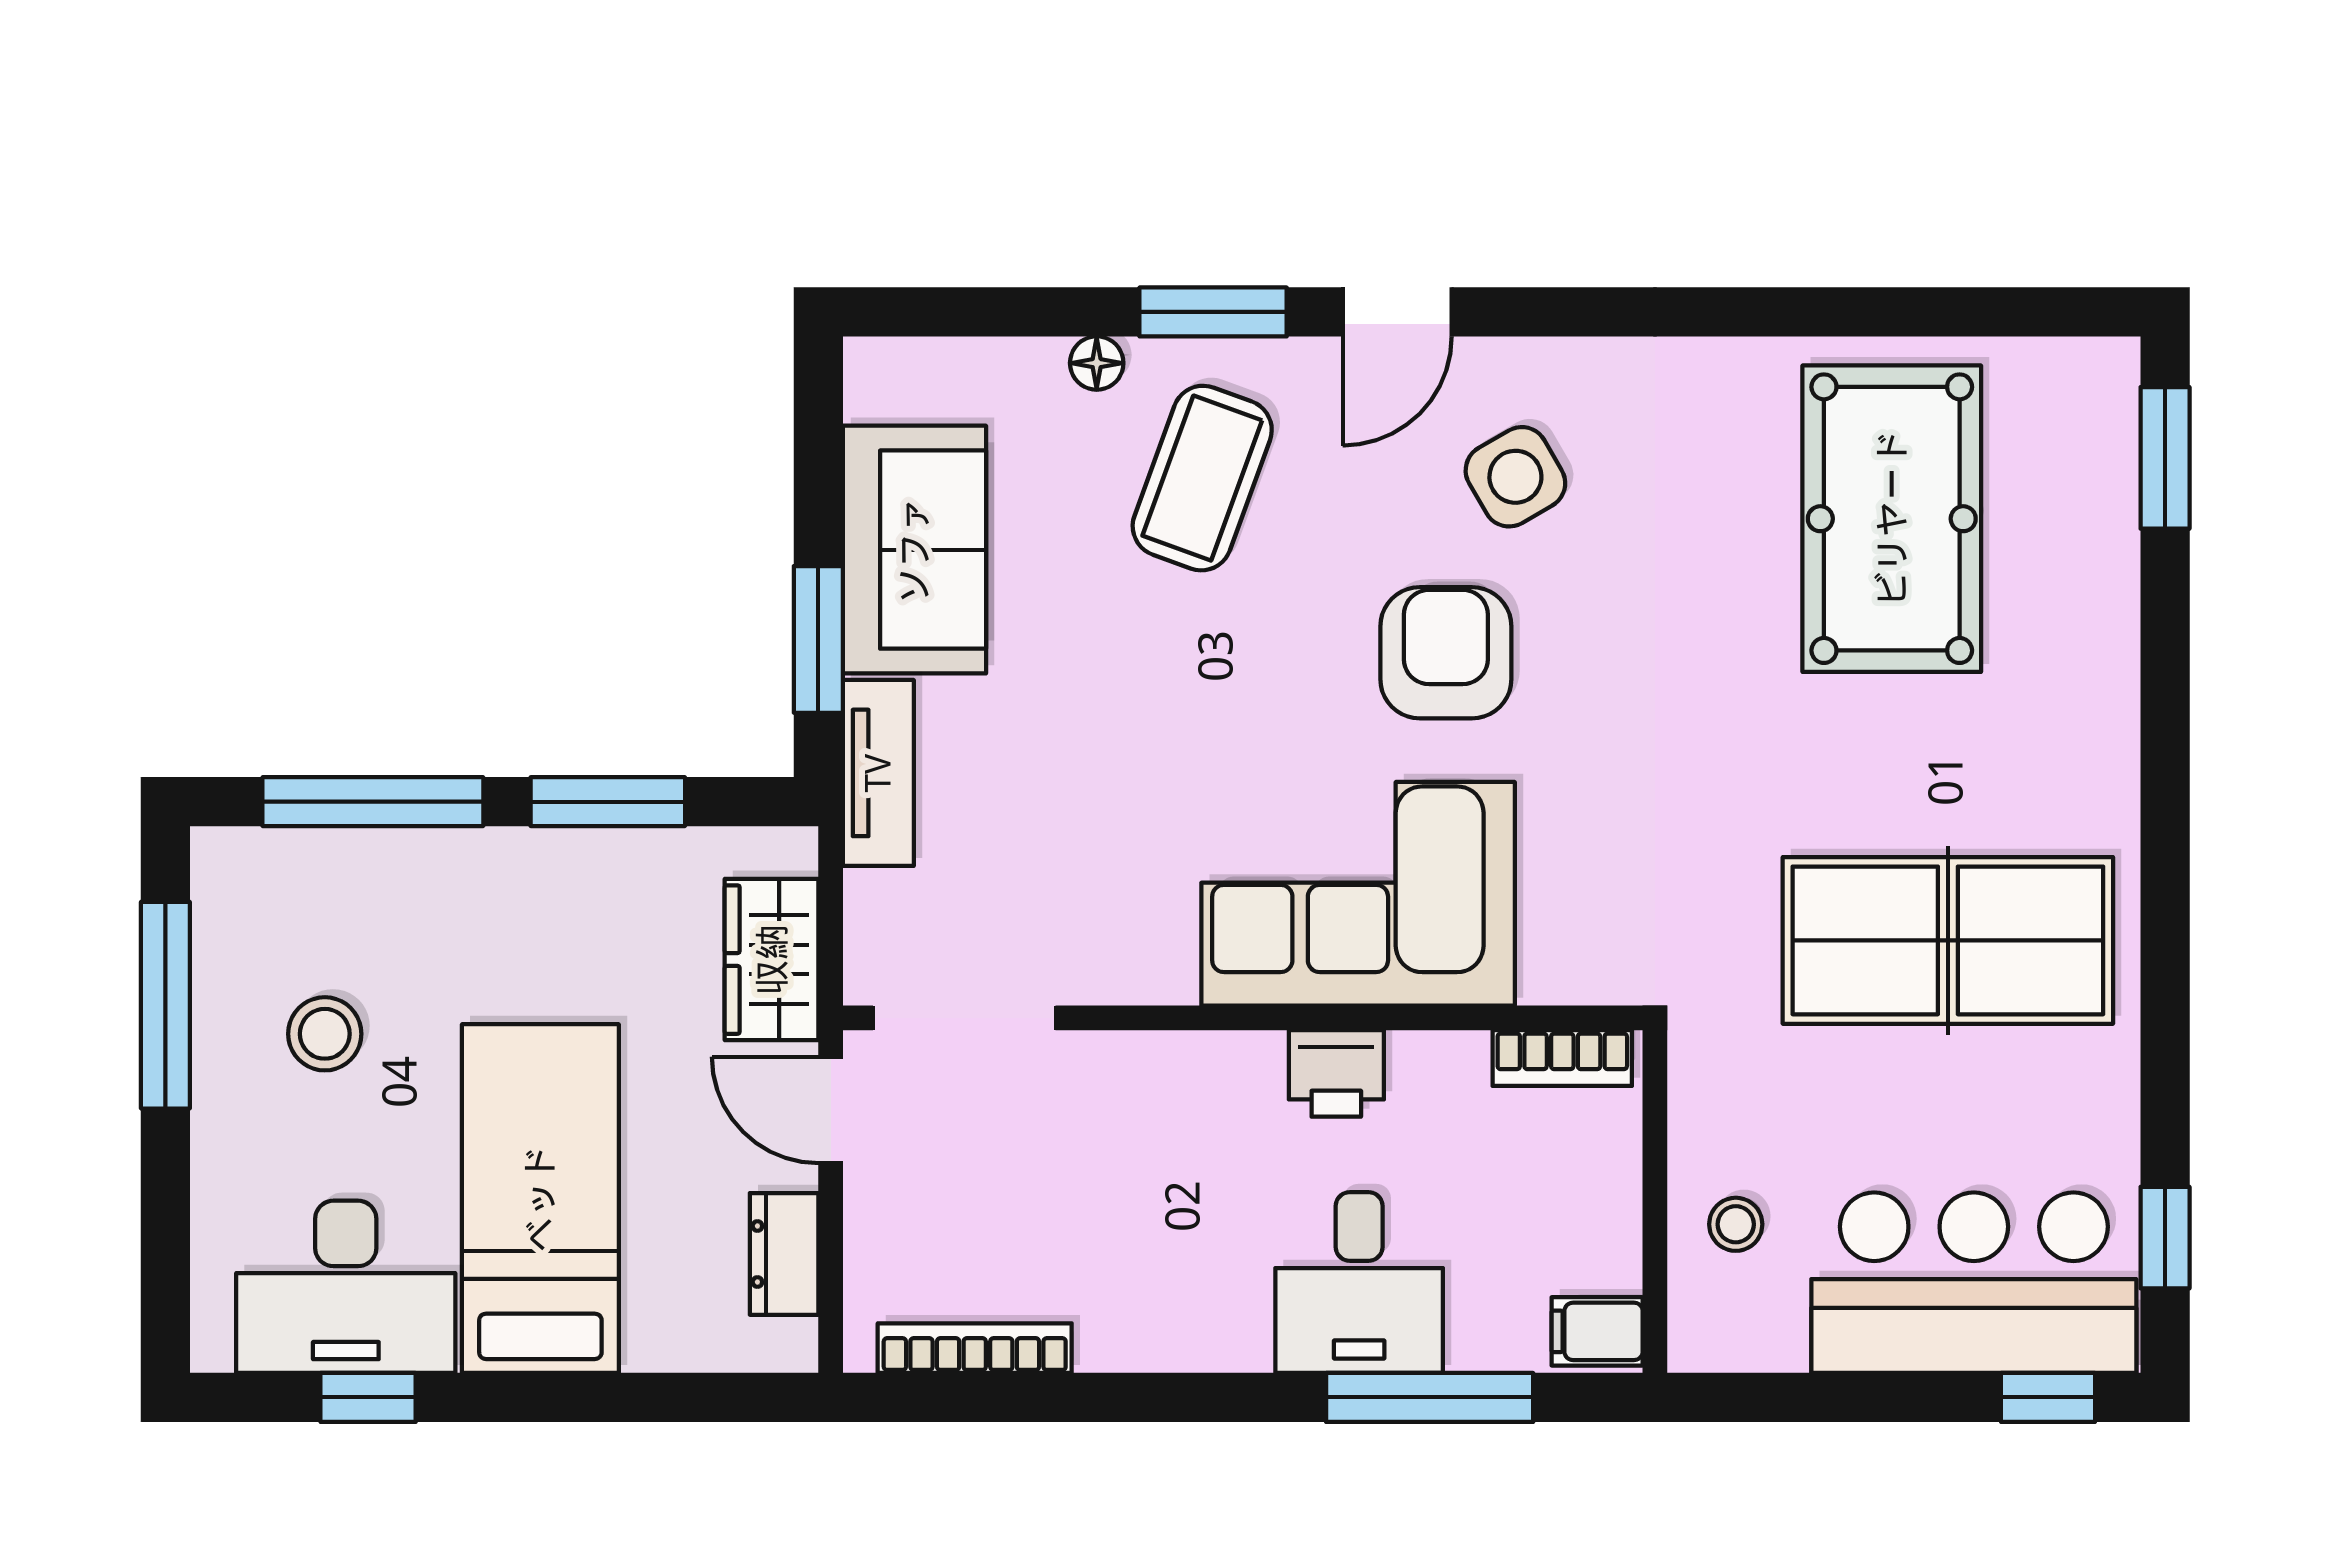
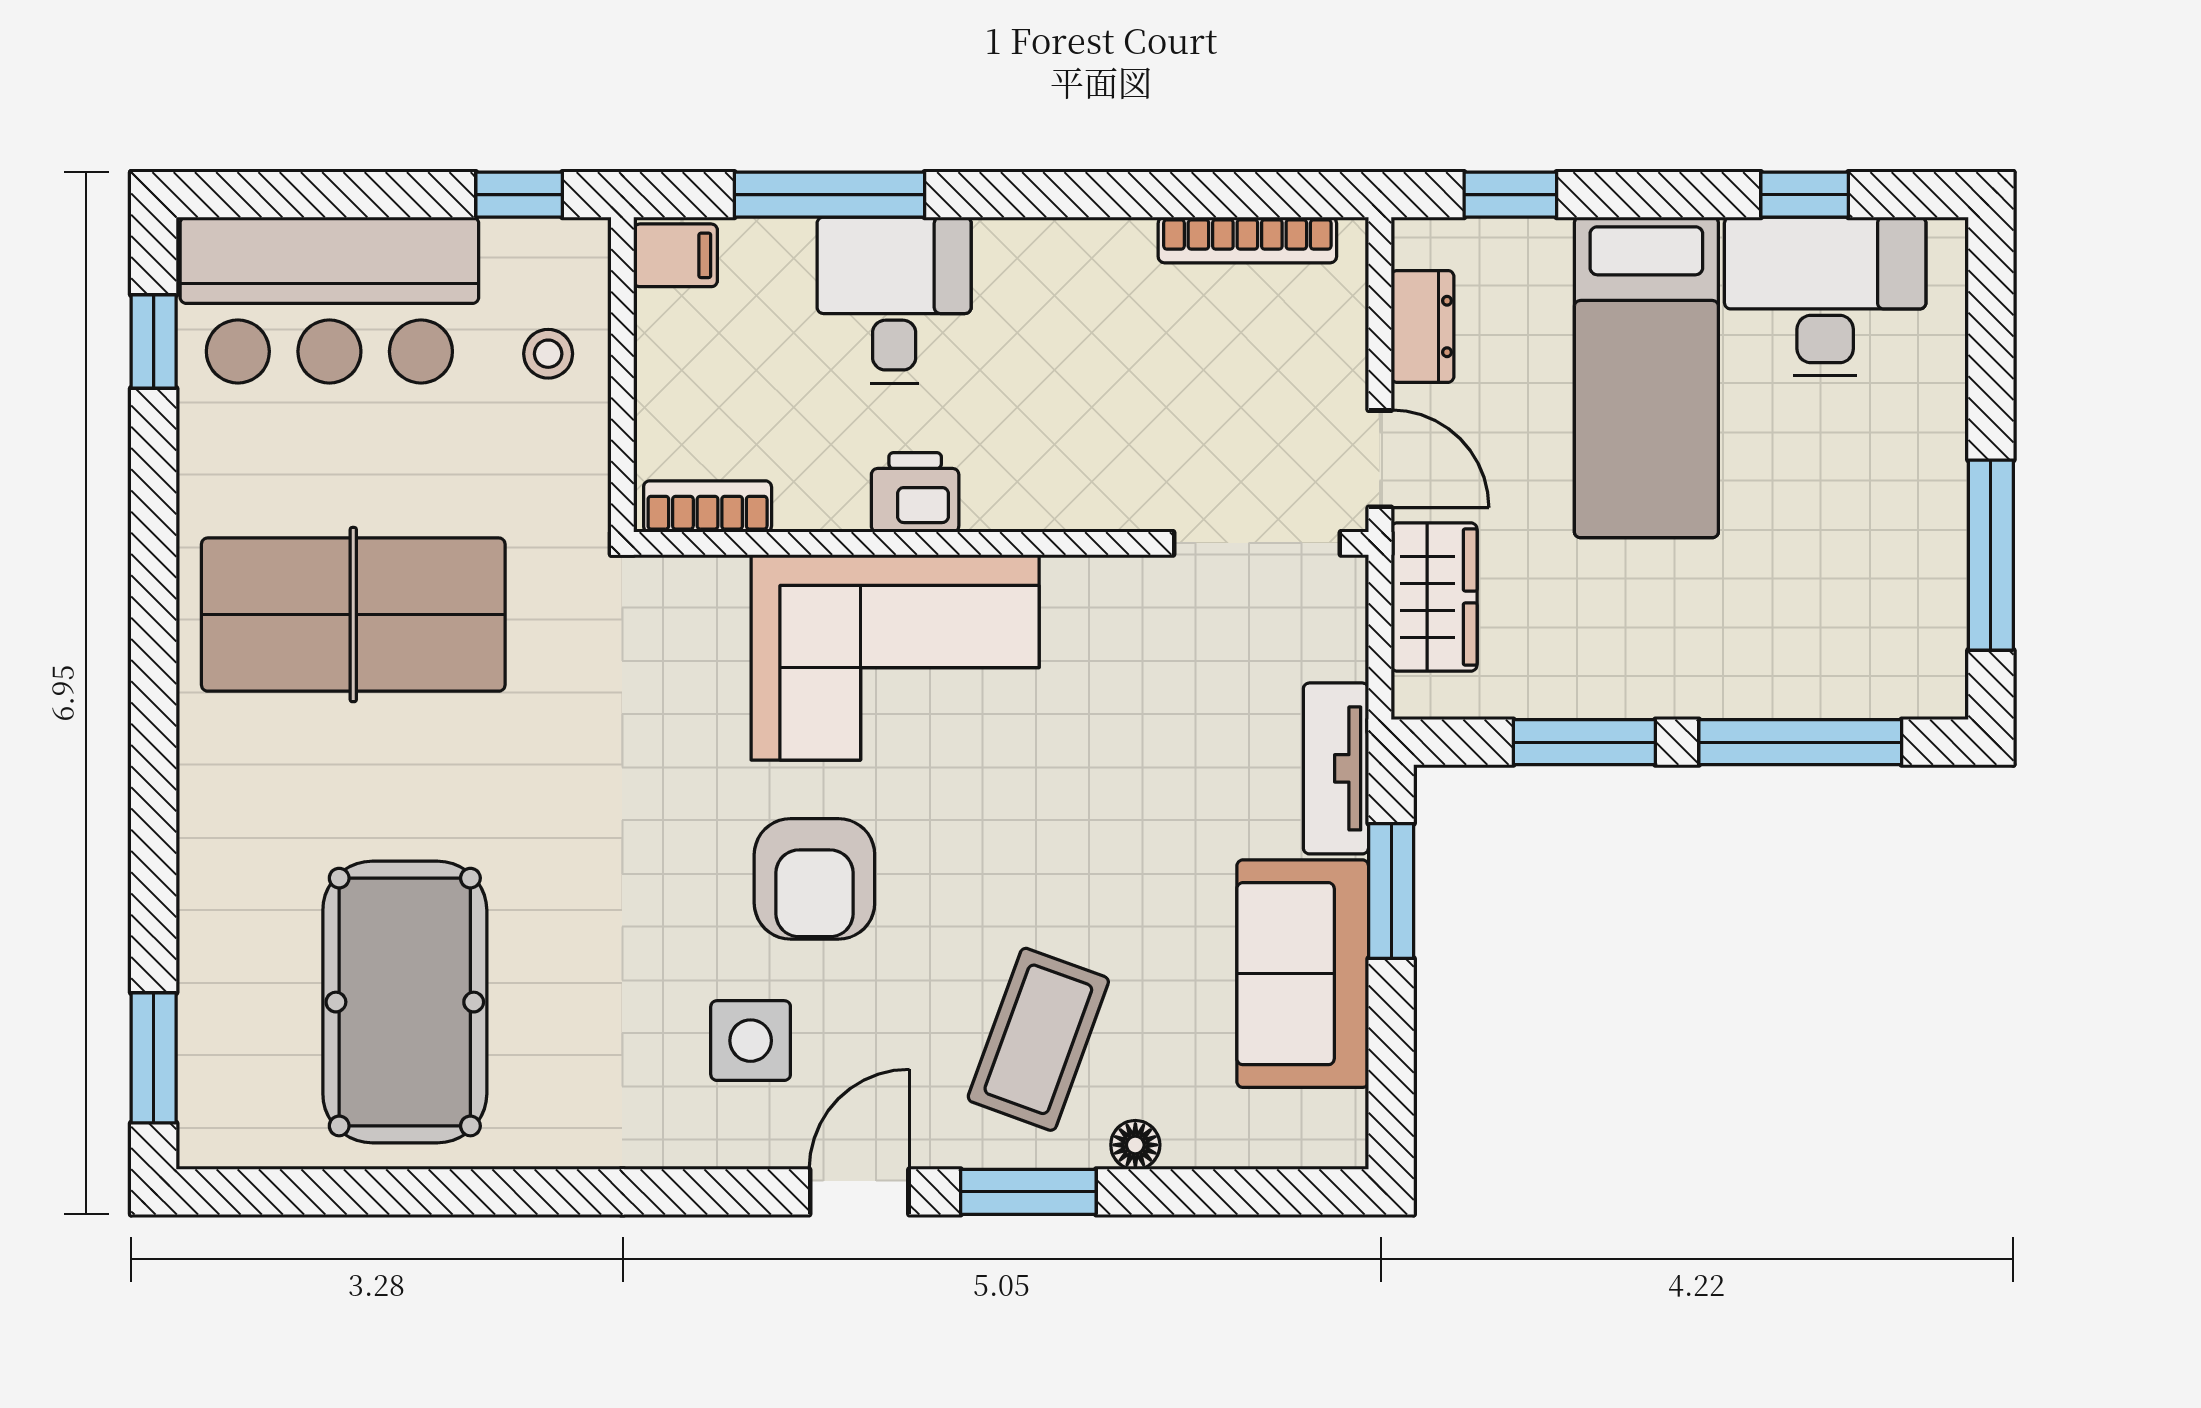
side table: (1515, 477) -> (751, 1041), turned 30
stool: (325, 1034) -> (1844, 529), removed
window: (688, 1397) -> (1510, 195), added
window: (2048, 1397) -> (519, 195), moved

